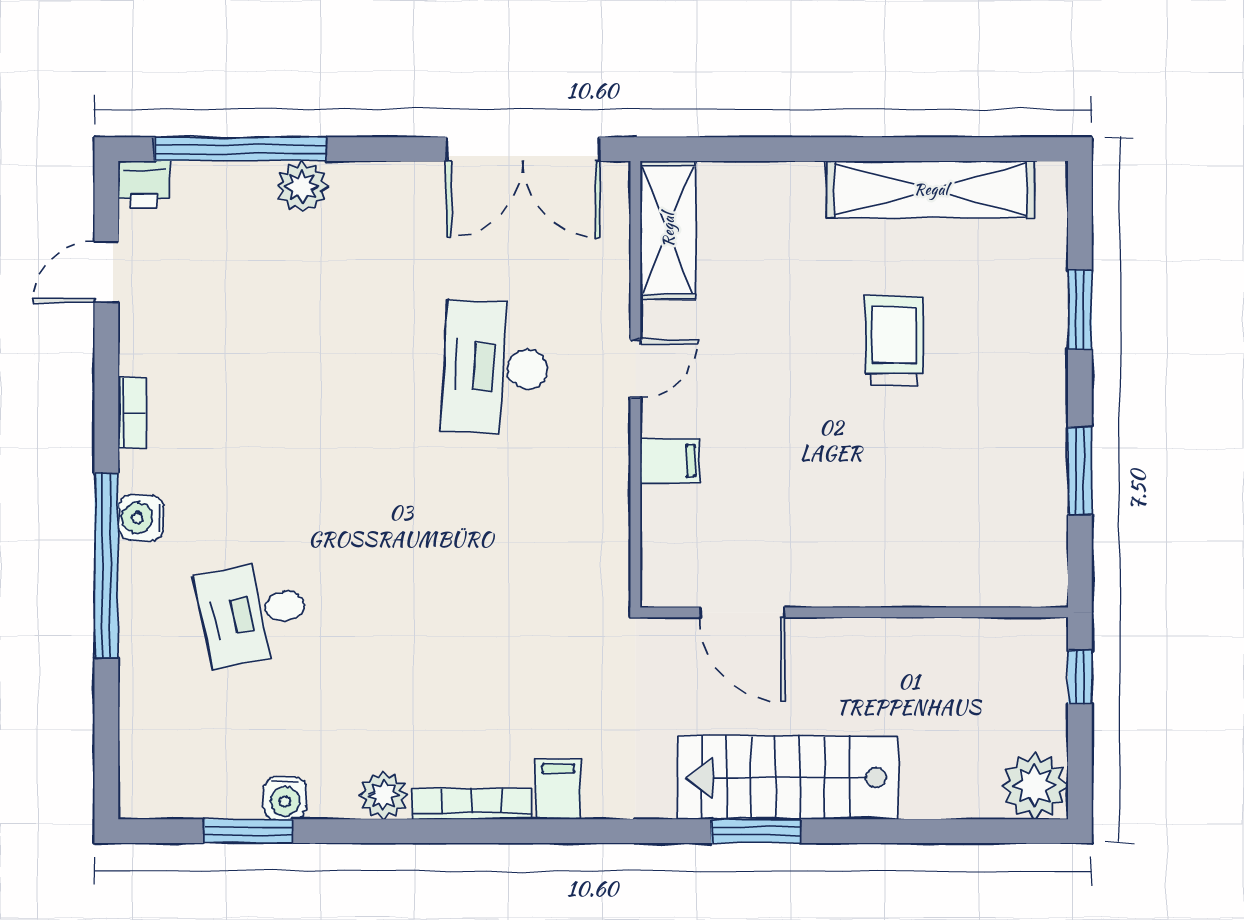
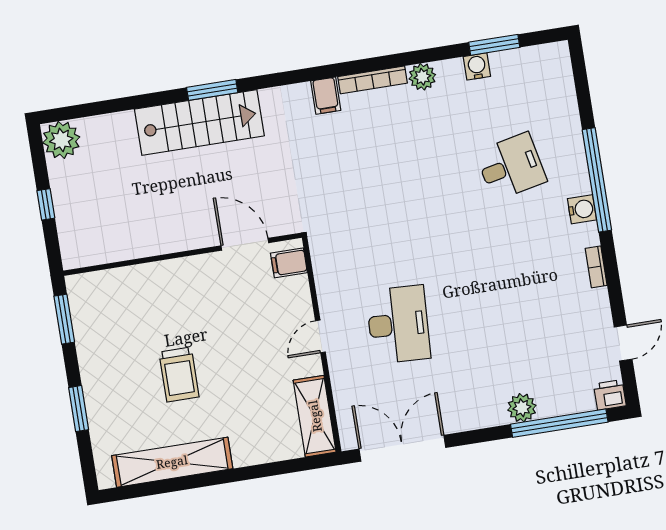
filing cabinet: (670, 461) -> (289, 263), moved
door: (742, 612) -> (245, 244), moved
wall: (854, 612) -> (183, 254), moved

